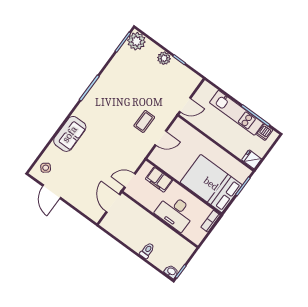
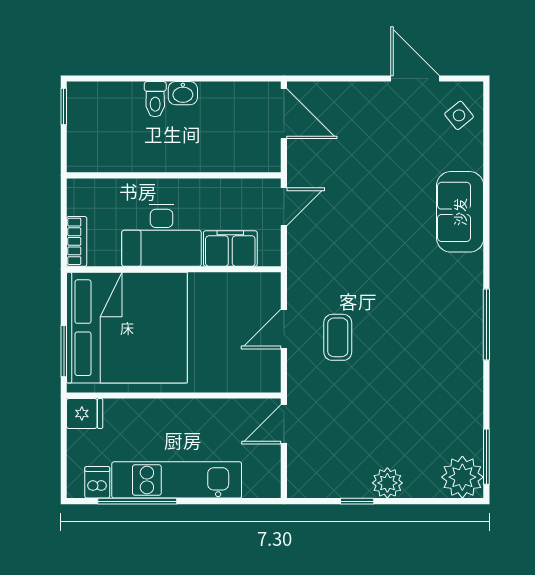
bed: (211, 184) -> (127, 328), width x1.36
door: (113, 203) -> (284, 114), moved
desk: (175, 212) -> (162, 235), moved, turned 180
washbasin: (171, 272) -> (183, 93), moved

